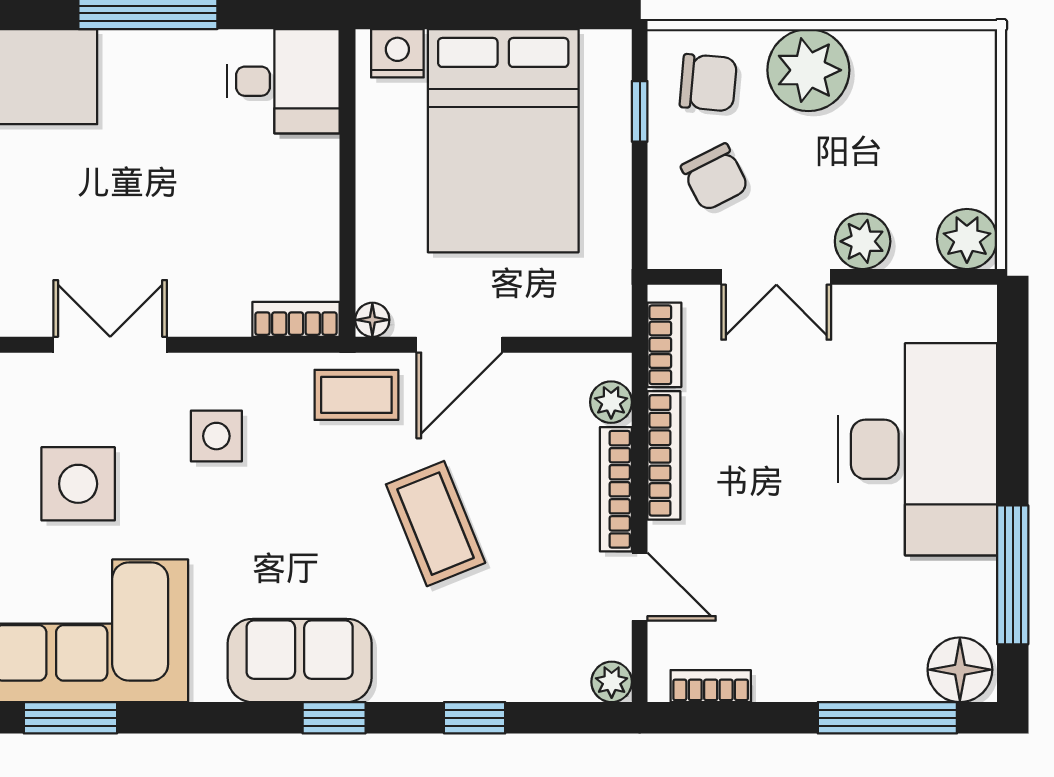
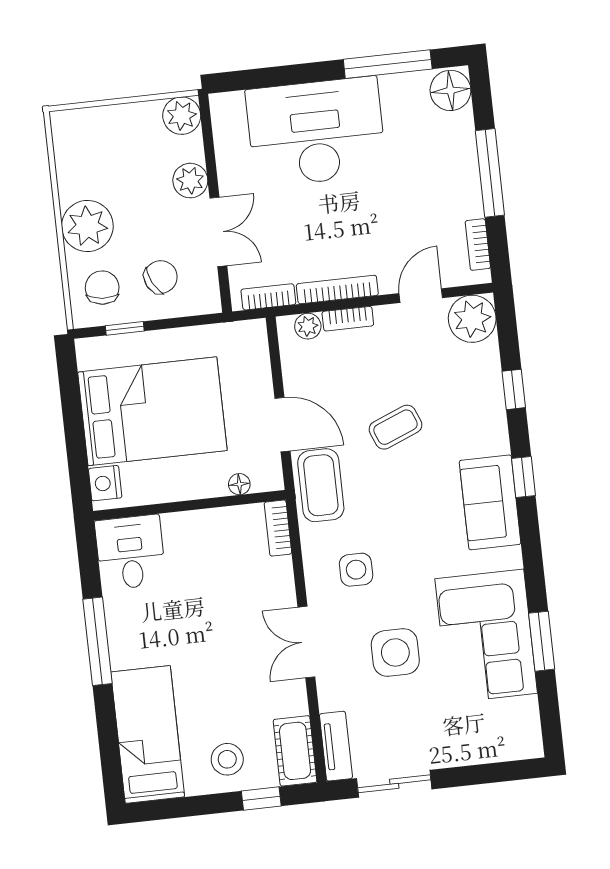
floor lamp: (372, 320) -> (239, 484), moved
coffee table: (356, 395) -> (321, 485), width x1.36, depth x1.30
bookcase: (616, 489) -> (348, 319), width x0.64
coffee table: (436, 524) -> (396, 427), width x0.73, depth x0.77
plant: (612, 682) -> (472, 319), width x1.88, depth x1.88
window: (887, 718) -> (490, 173), moved

